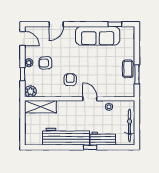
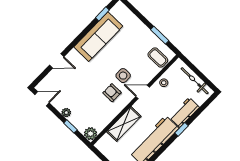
door: (56, 24) -> (57, 61), hinge flipped
armchair: (45, 63) -> (79, 99), removed
coffee table: (128, 69) -> (158, 57), moved
side table: (88, 76) -> (123, 76), added
shelving: (40, 107) -> (124, 124), moved

